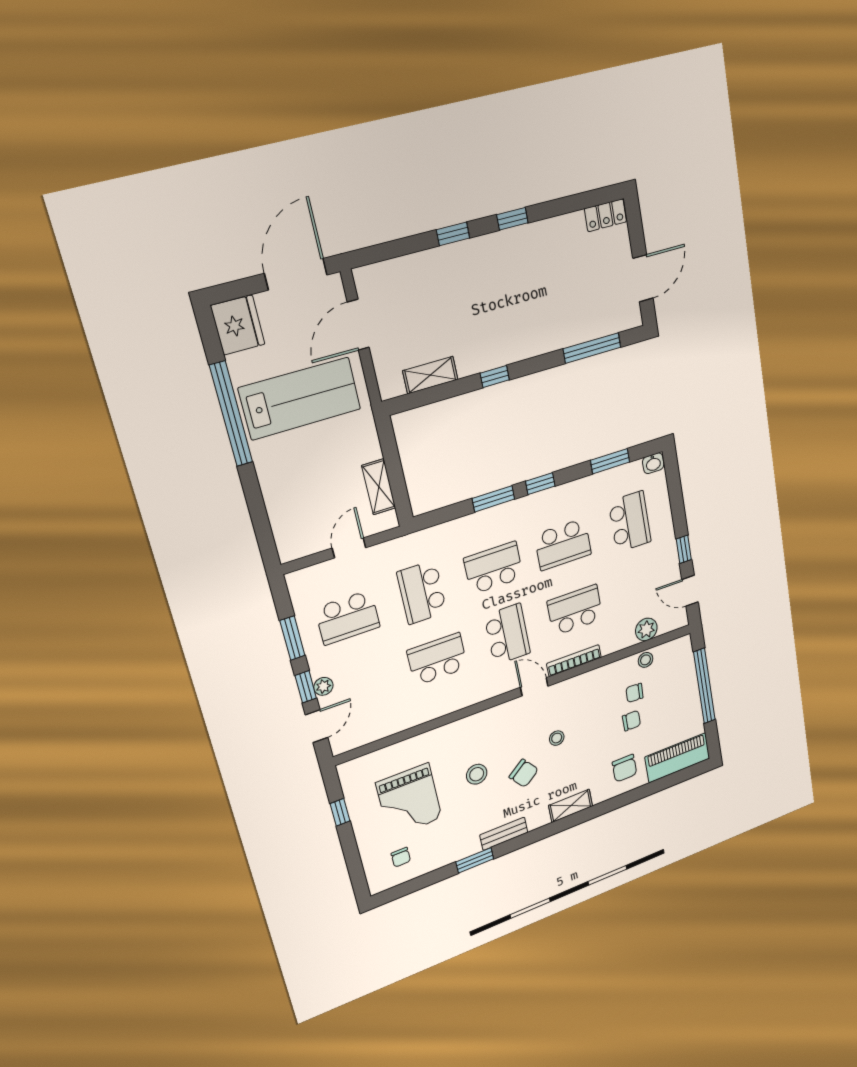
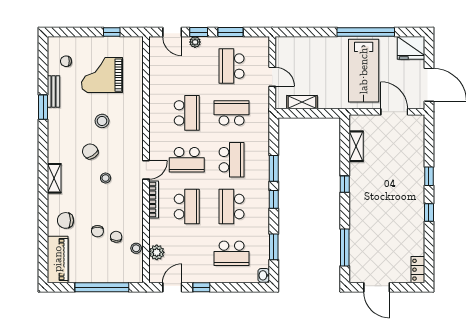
chair: (524, 773) -> (90, 151), turned 95
bench: (504, 834) -> (53, 92), moved

